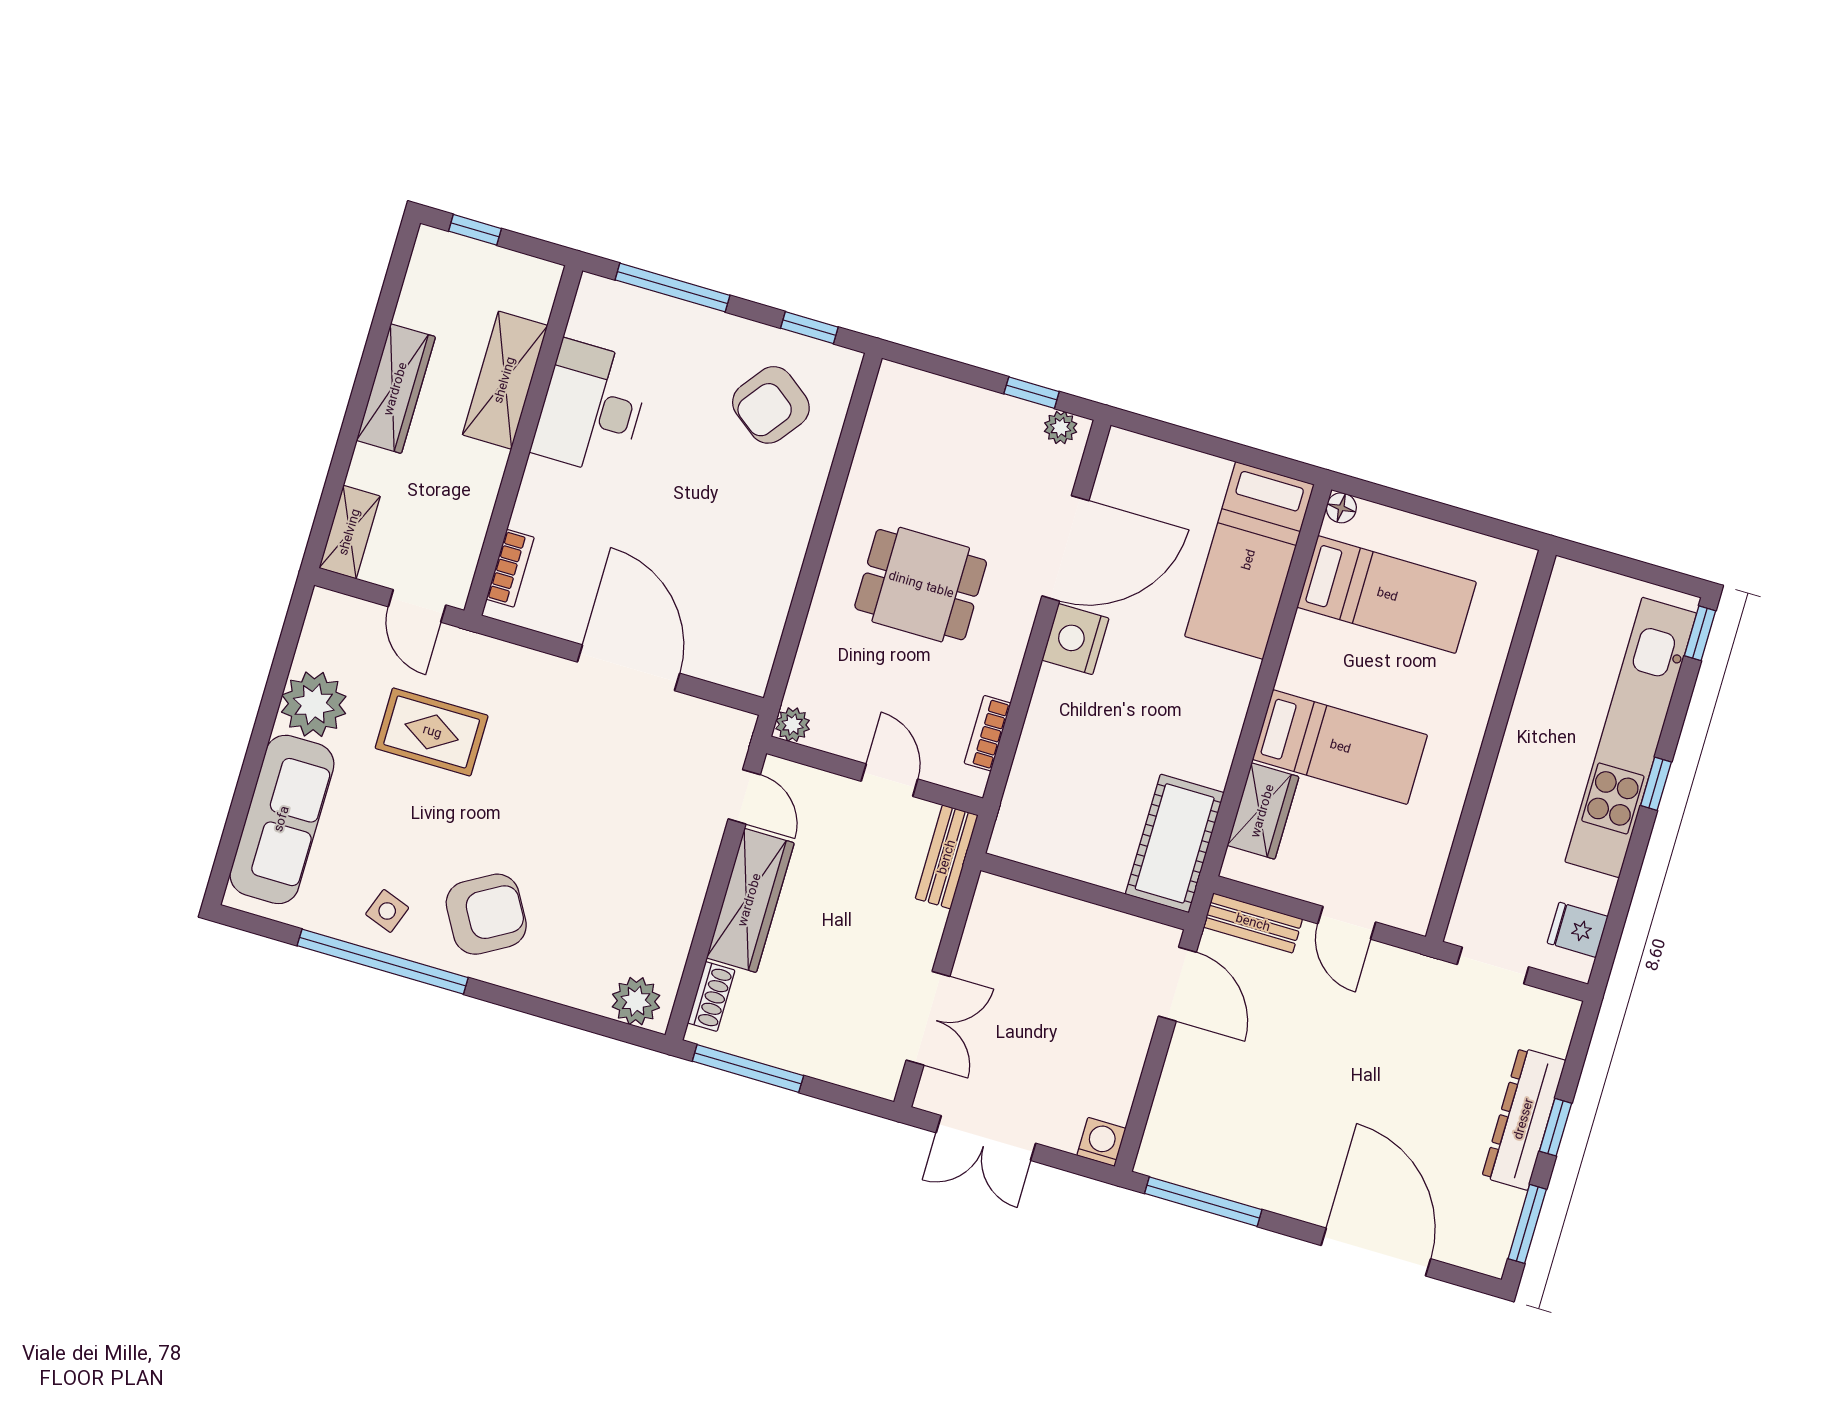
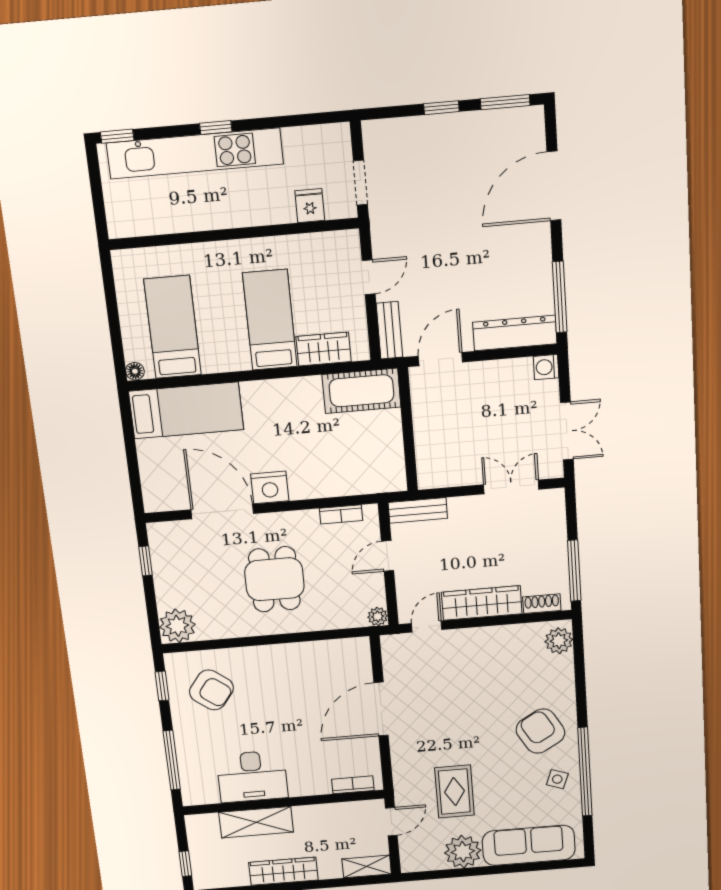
plant: (1061, 428) -> (177, 626), moved, width x1.87, depth x1.87
fridge: (1578, 930) -> (310, 206), moved, turned 180
dresser: (1524, 1119) -> (515, 333), moved, turned 180

